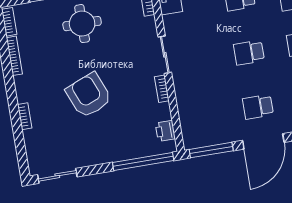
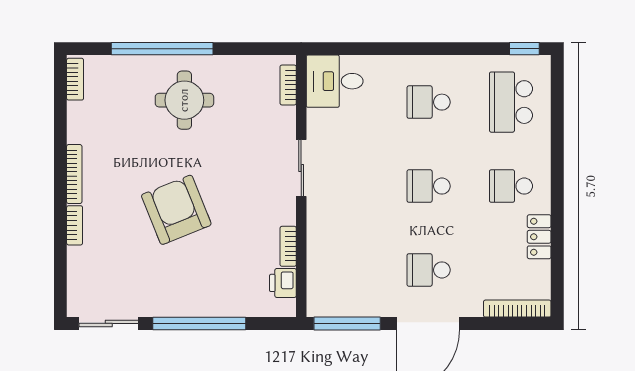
bookcase: (14, 56) -> (74, 174), moved
bookcase: (162, 89) -> (288, 246), moved
window: (143, 161) -> (199, 323), moved

